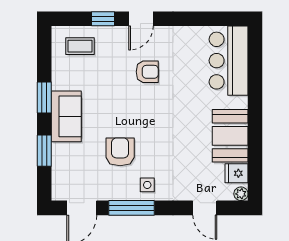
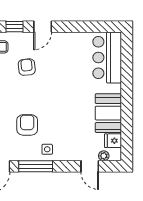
armchair: (147, 72) -> (27, 67), moved, turned -96
plant: (241, 194) -> (104, 156), moved

